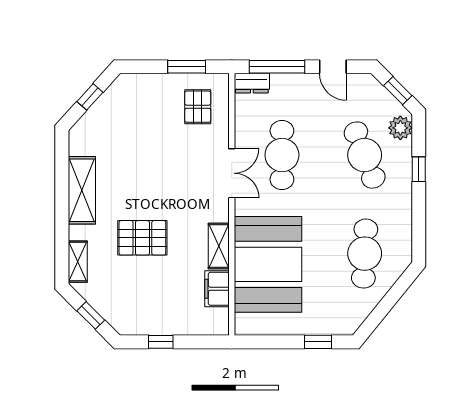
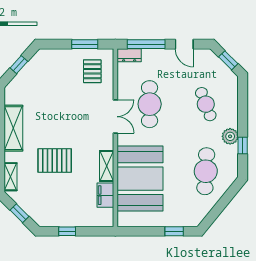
plant: (400, 128) -> (230, 136), moved
cafe table: (365, 155) -> (206, 104), width x0.73, depth x0.74
window: (419, 169) -> (243, 145), moved

